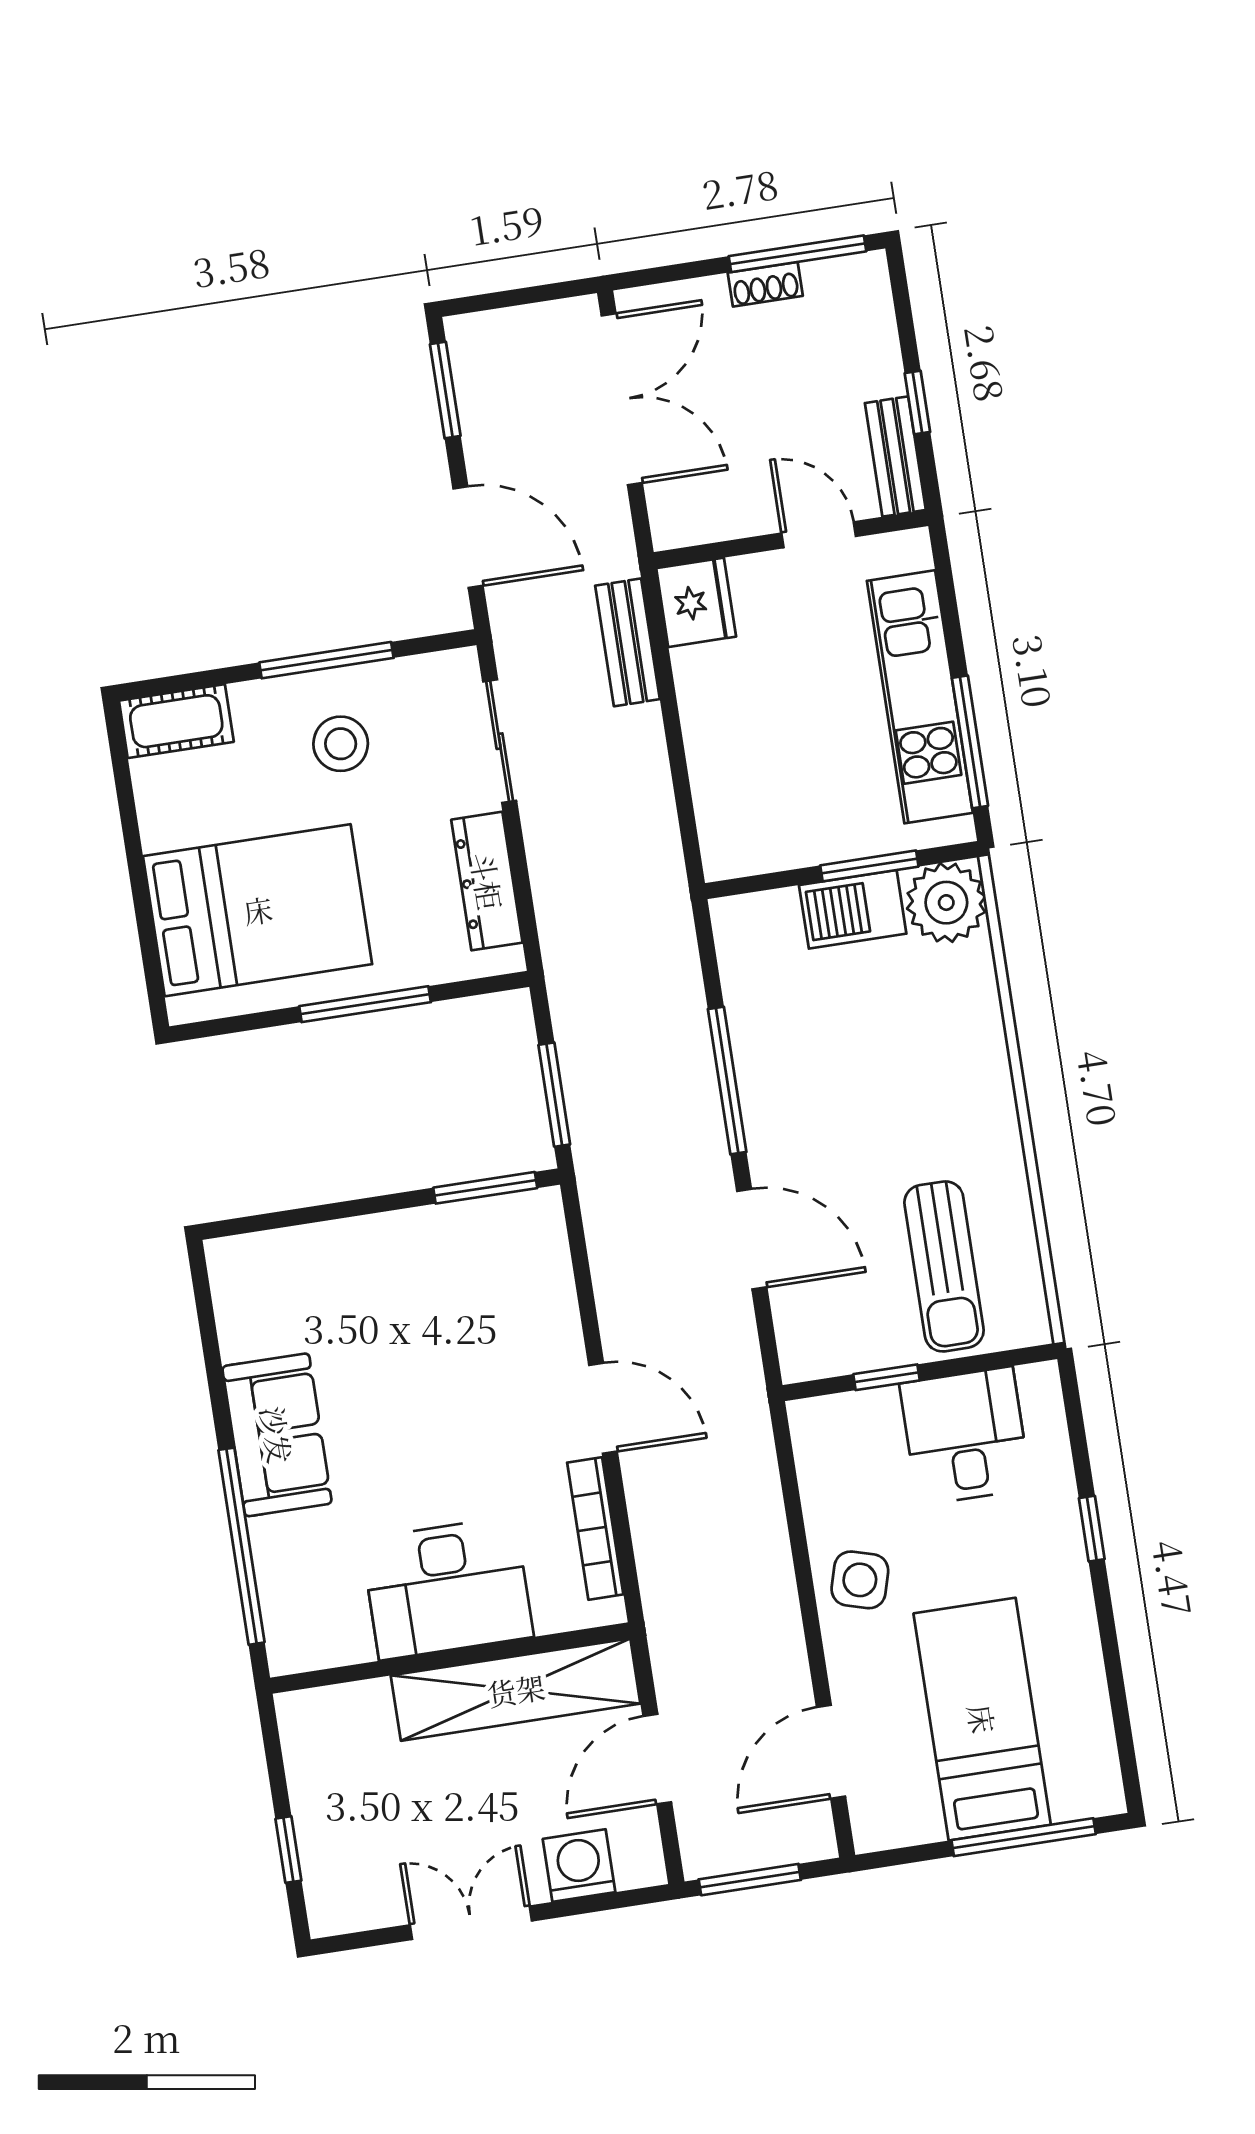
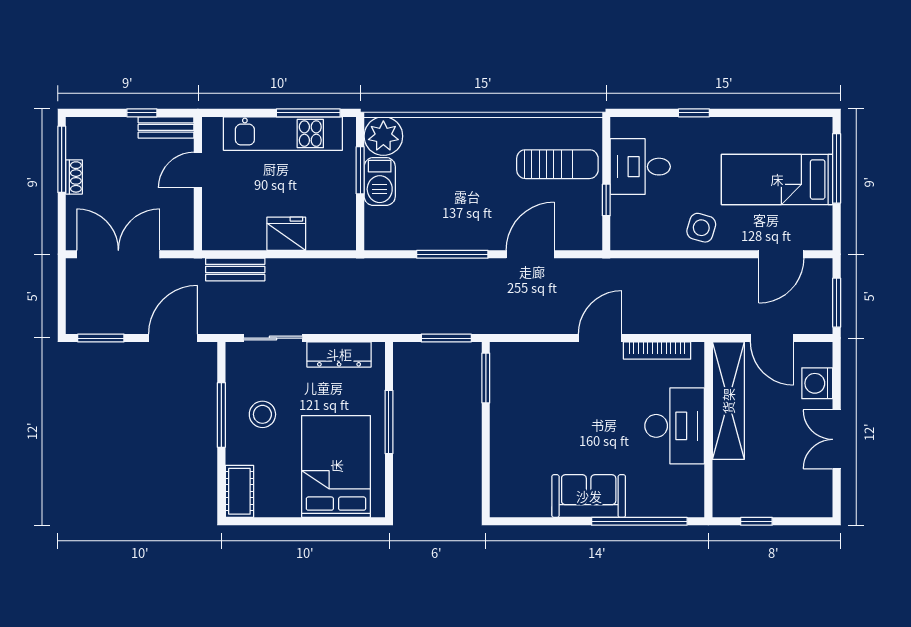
fridge: (696, 602) -> (286, 234), moved
door: (831, 1752) -> (781, 254), hinge flipped
window: (288, 1850) -> (756, 521), moved

